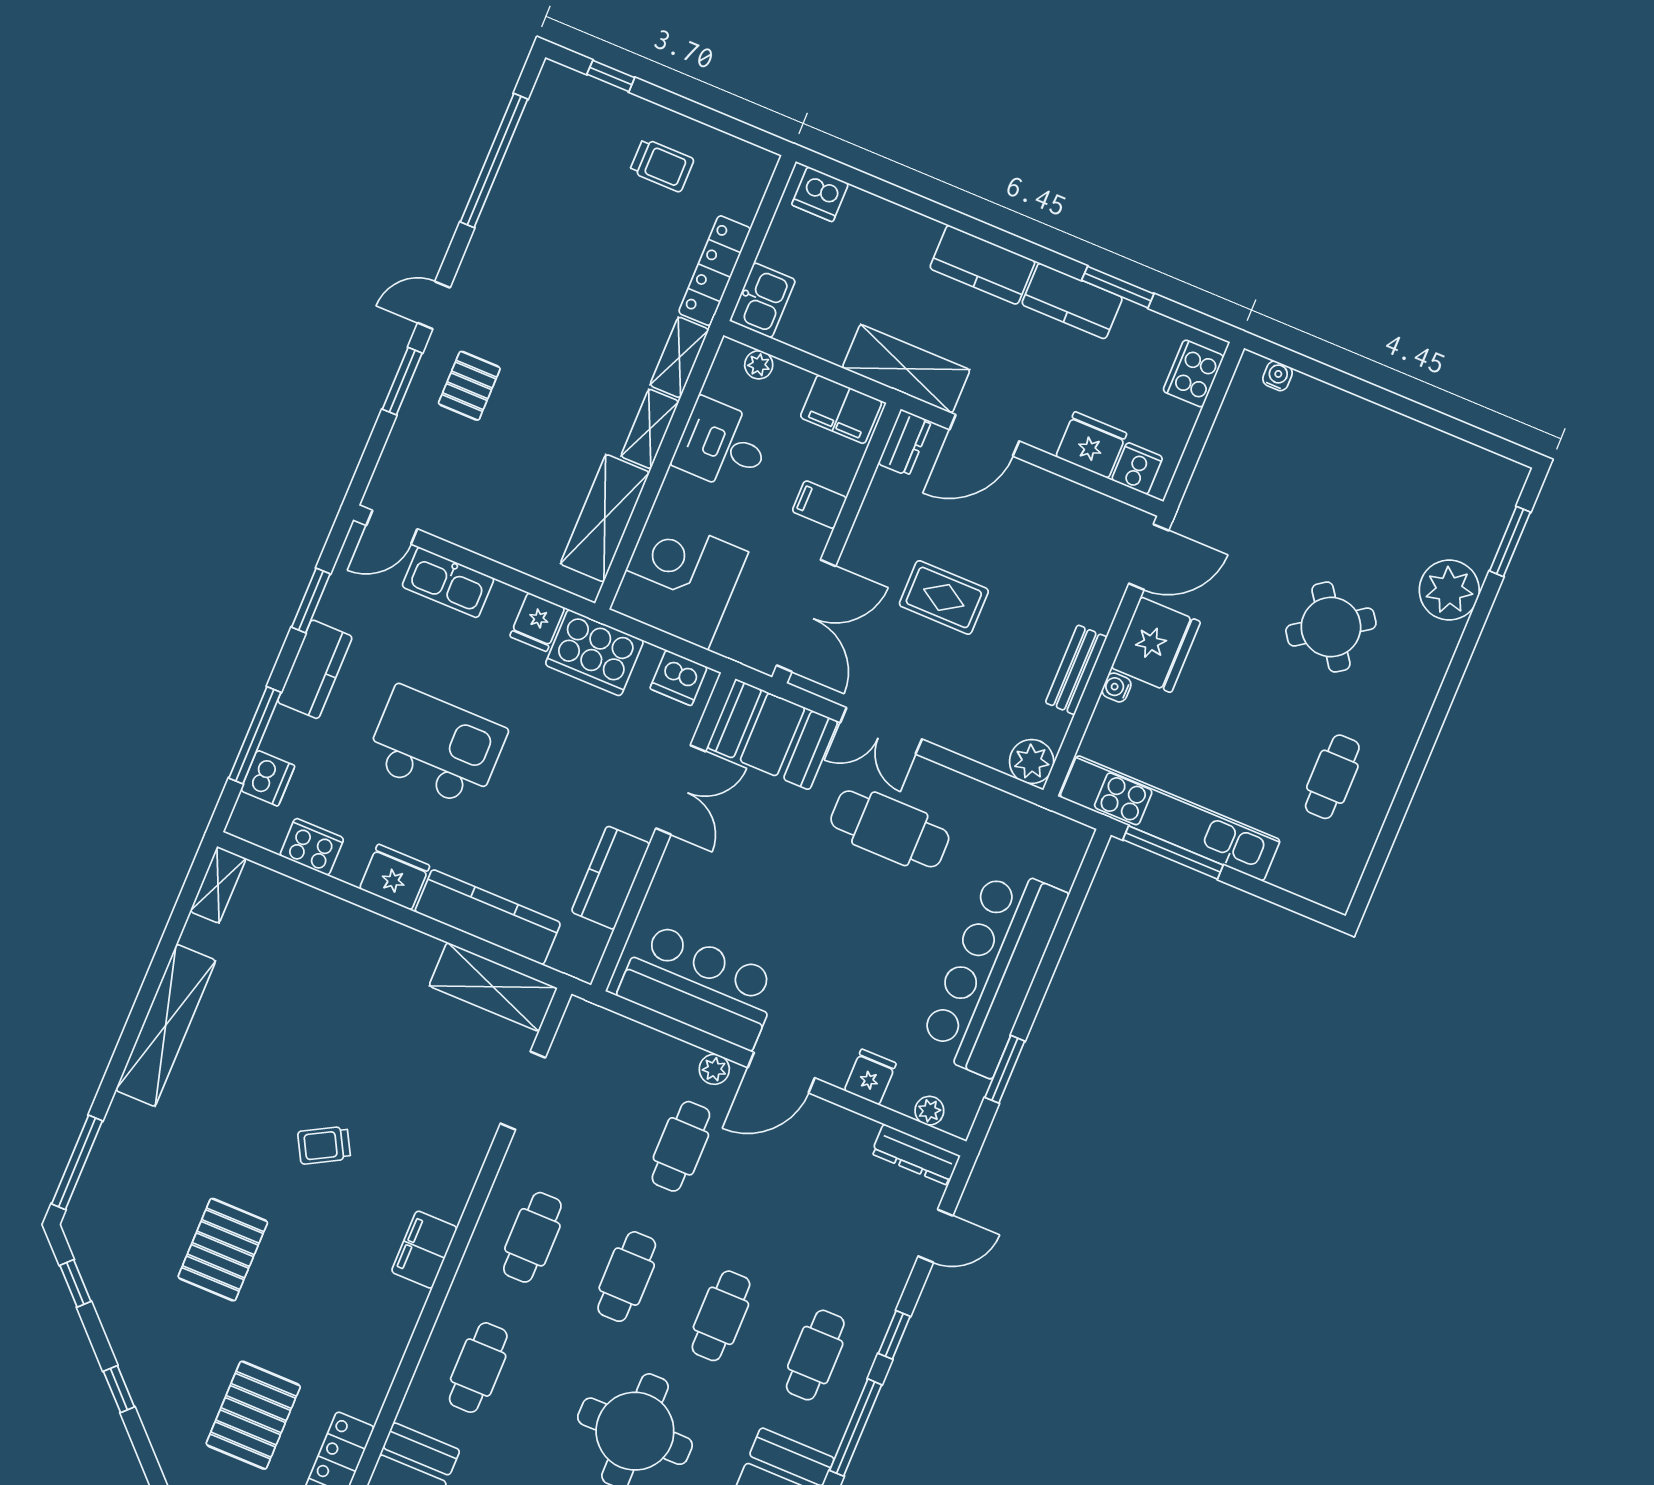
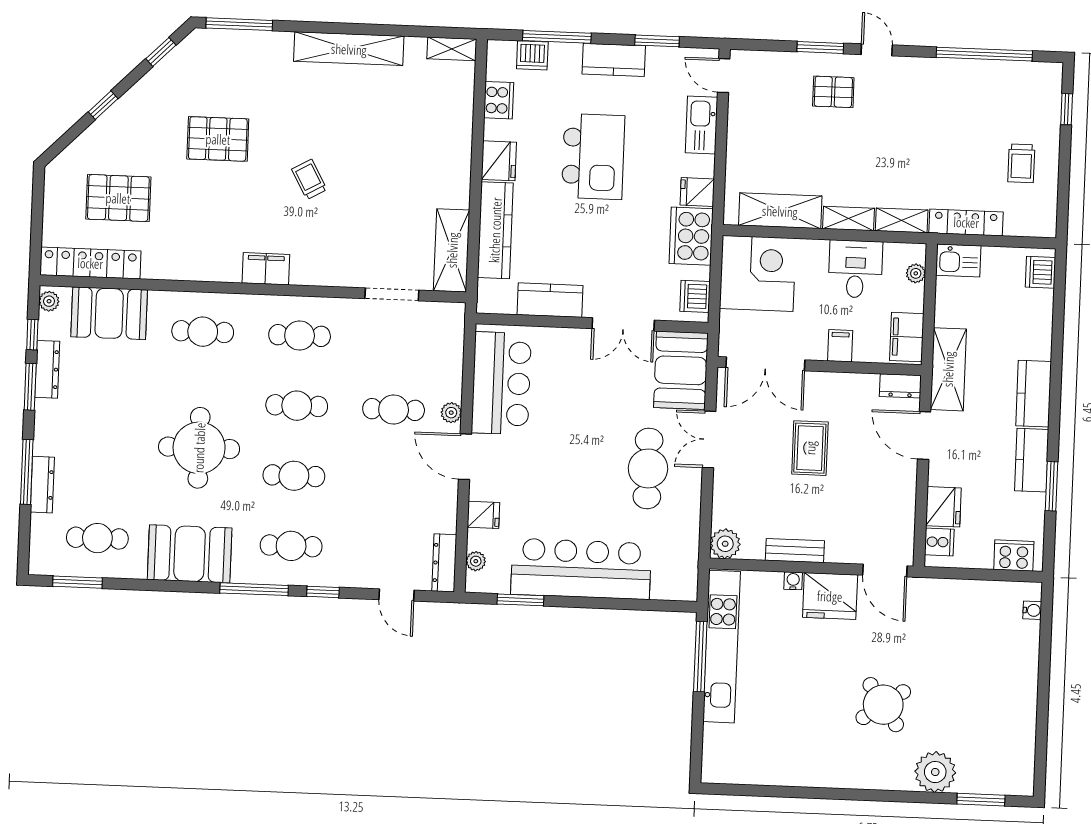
cafe table: (1332, 777) -> (787, 741), removed

